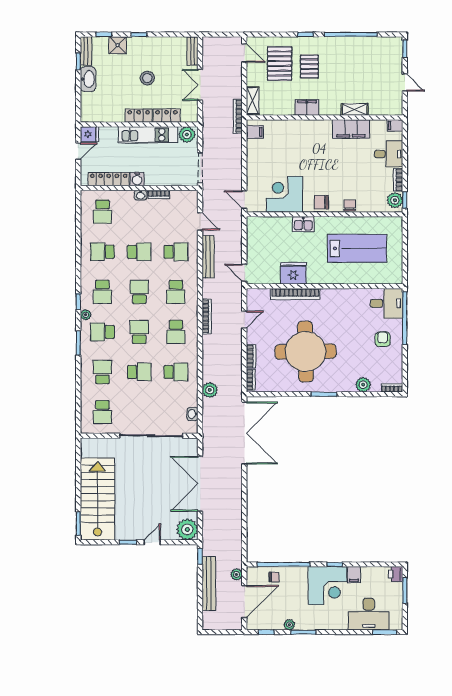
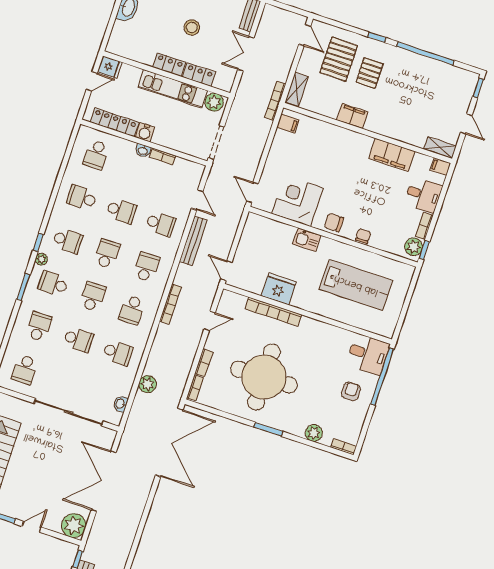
shelving: (355, 109) -> (440, 147), moved
school desk: (102, 292) -> (67, 241), turned -90
school desk: (176, 292) -> (146, 267), turned 180

